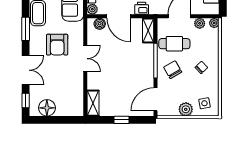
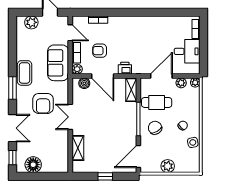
double door: (85, 59) -> (70, 117), swing flipped
shelving: (93, 103) -> (78, 148), moved
side table: (204, 103) -> (193, 142), moved

